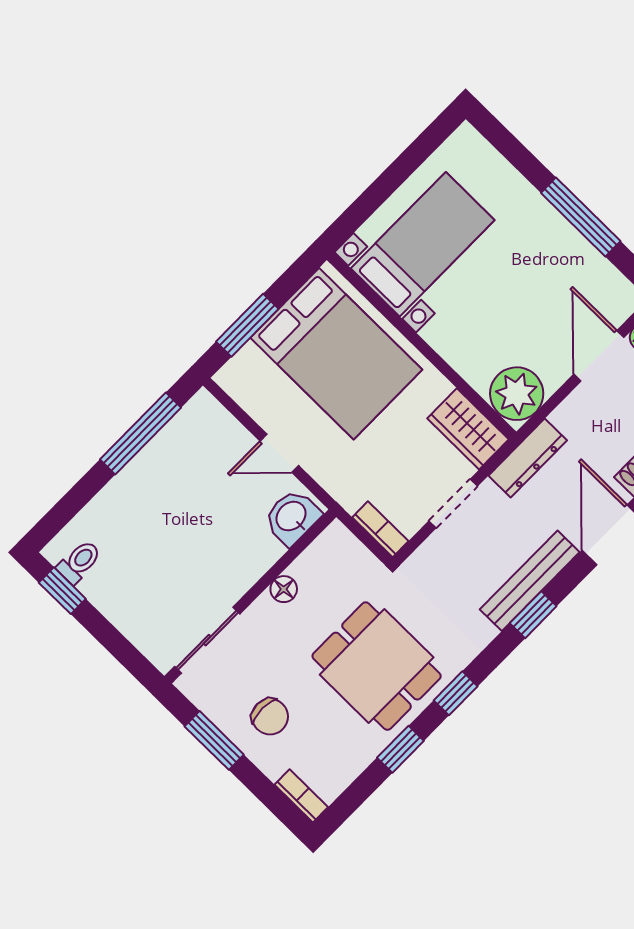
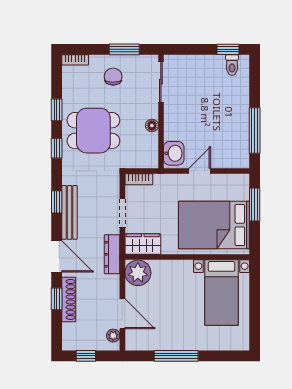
chair: (270, 717) -> (113, 77), turned 90

